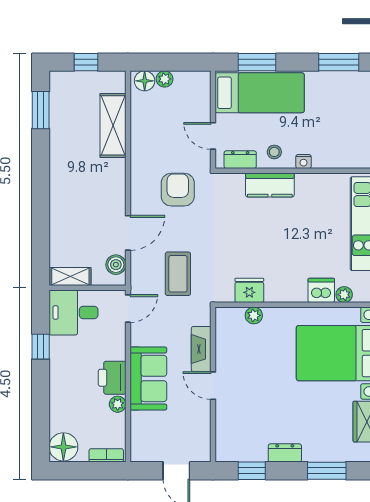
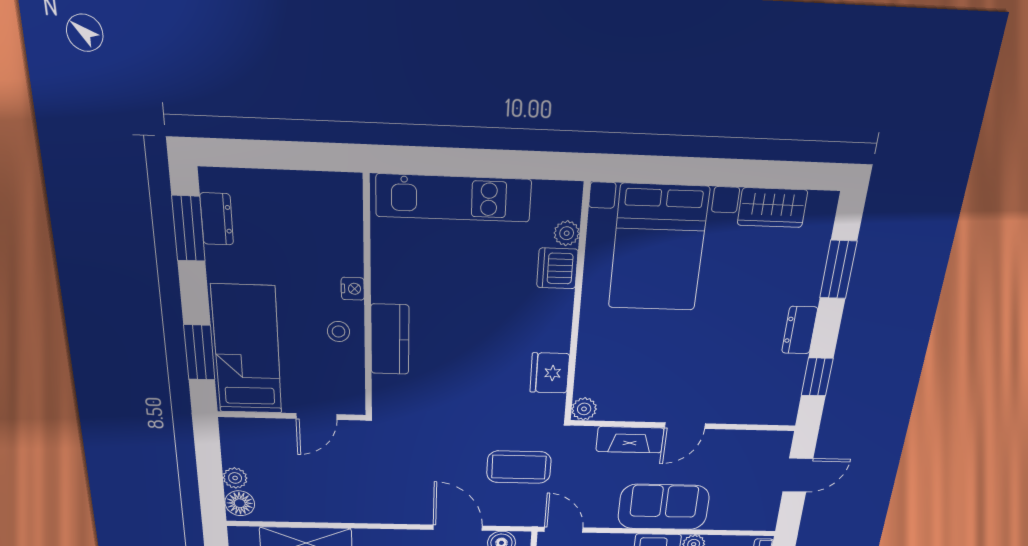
dresser: (240, 160) -> (217, 219), moved, turned 180
armchair: (178, 190) -> (397, 465), removed
plant: (254, 315) -> (584, 409), moved

